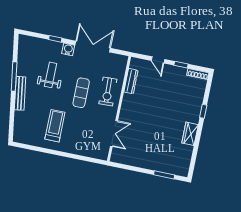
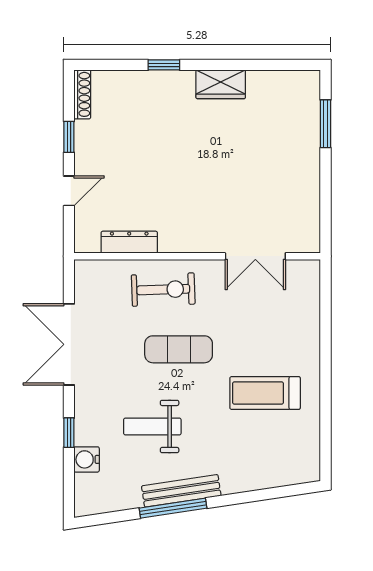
water cooler: (68, 49) -> (87, 459), moved
bench: (20, 93) -> (181, 491), moved
double door: (114, 133) -> (255, 256), swing flipped

